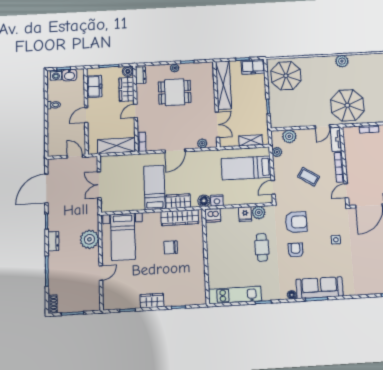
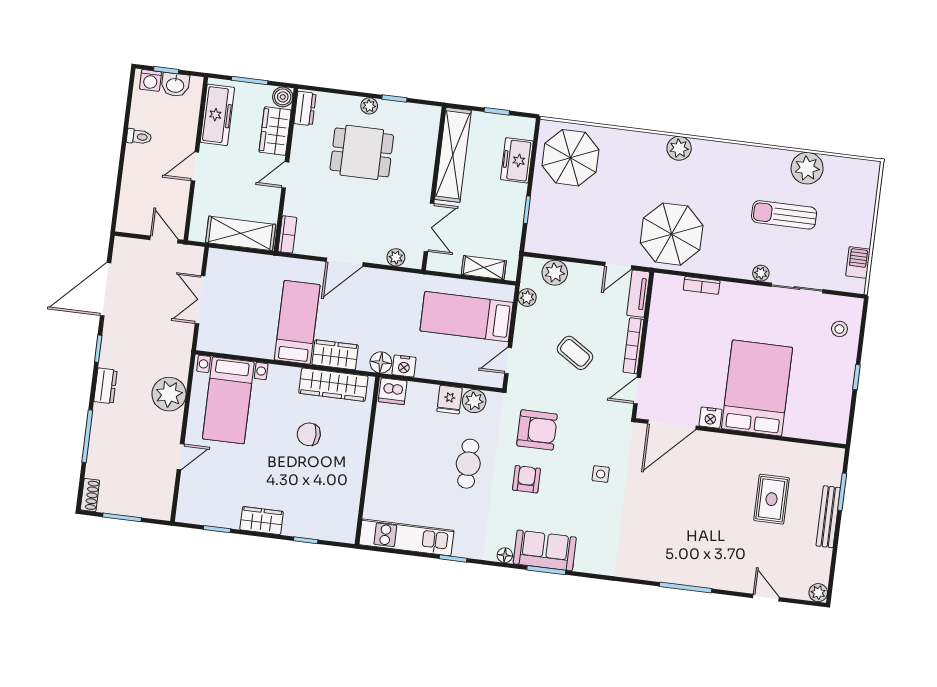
freezer: (253, 67) -> (517, 160), moved, turned 90
freezer: (94, 86) -> (217, 115), width x1.40
sofa: (320, 288) -> (545, 550), width x0.73

